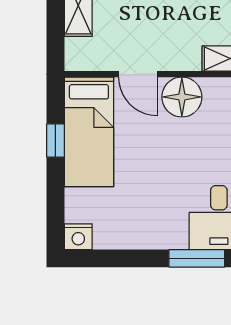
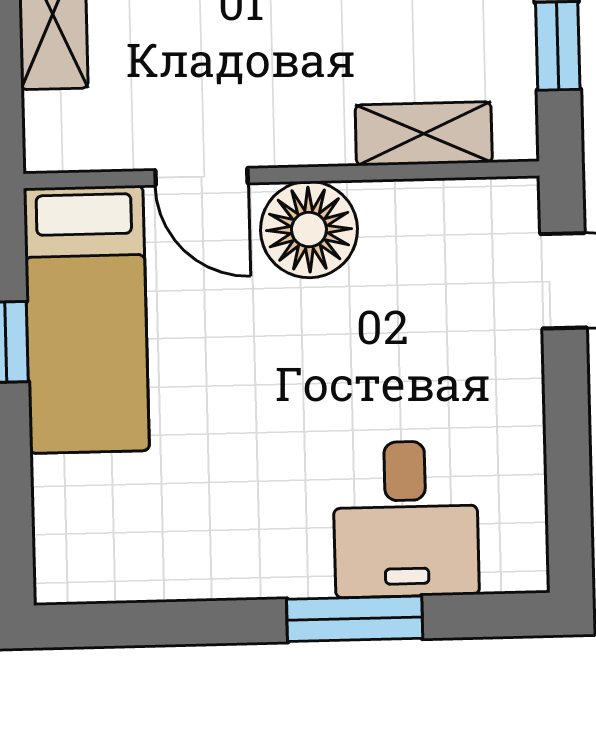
nightstand: (78, 237) -> (67, 573), removed

